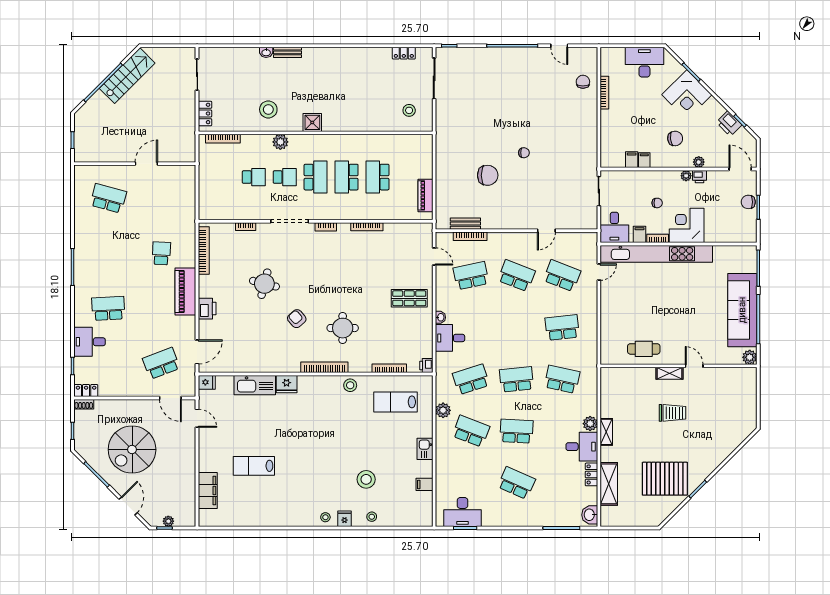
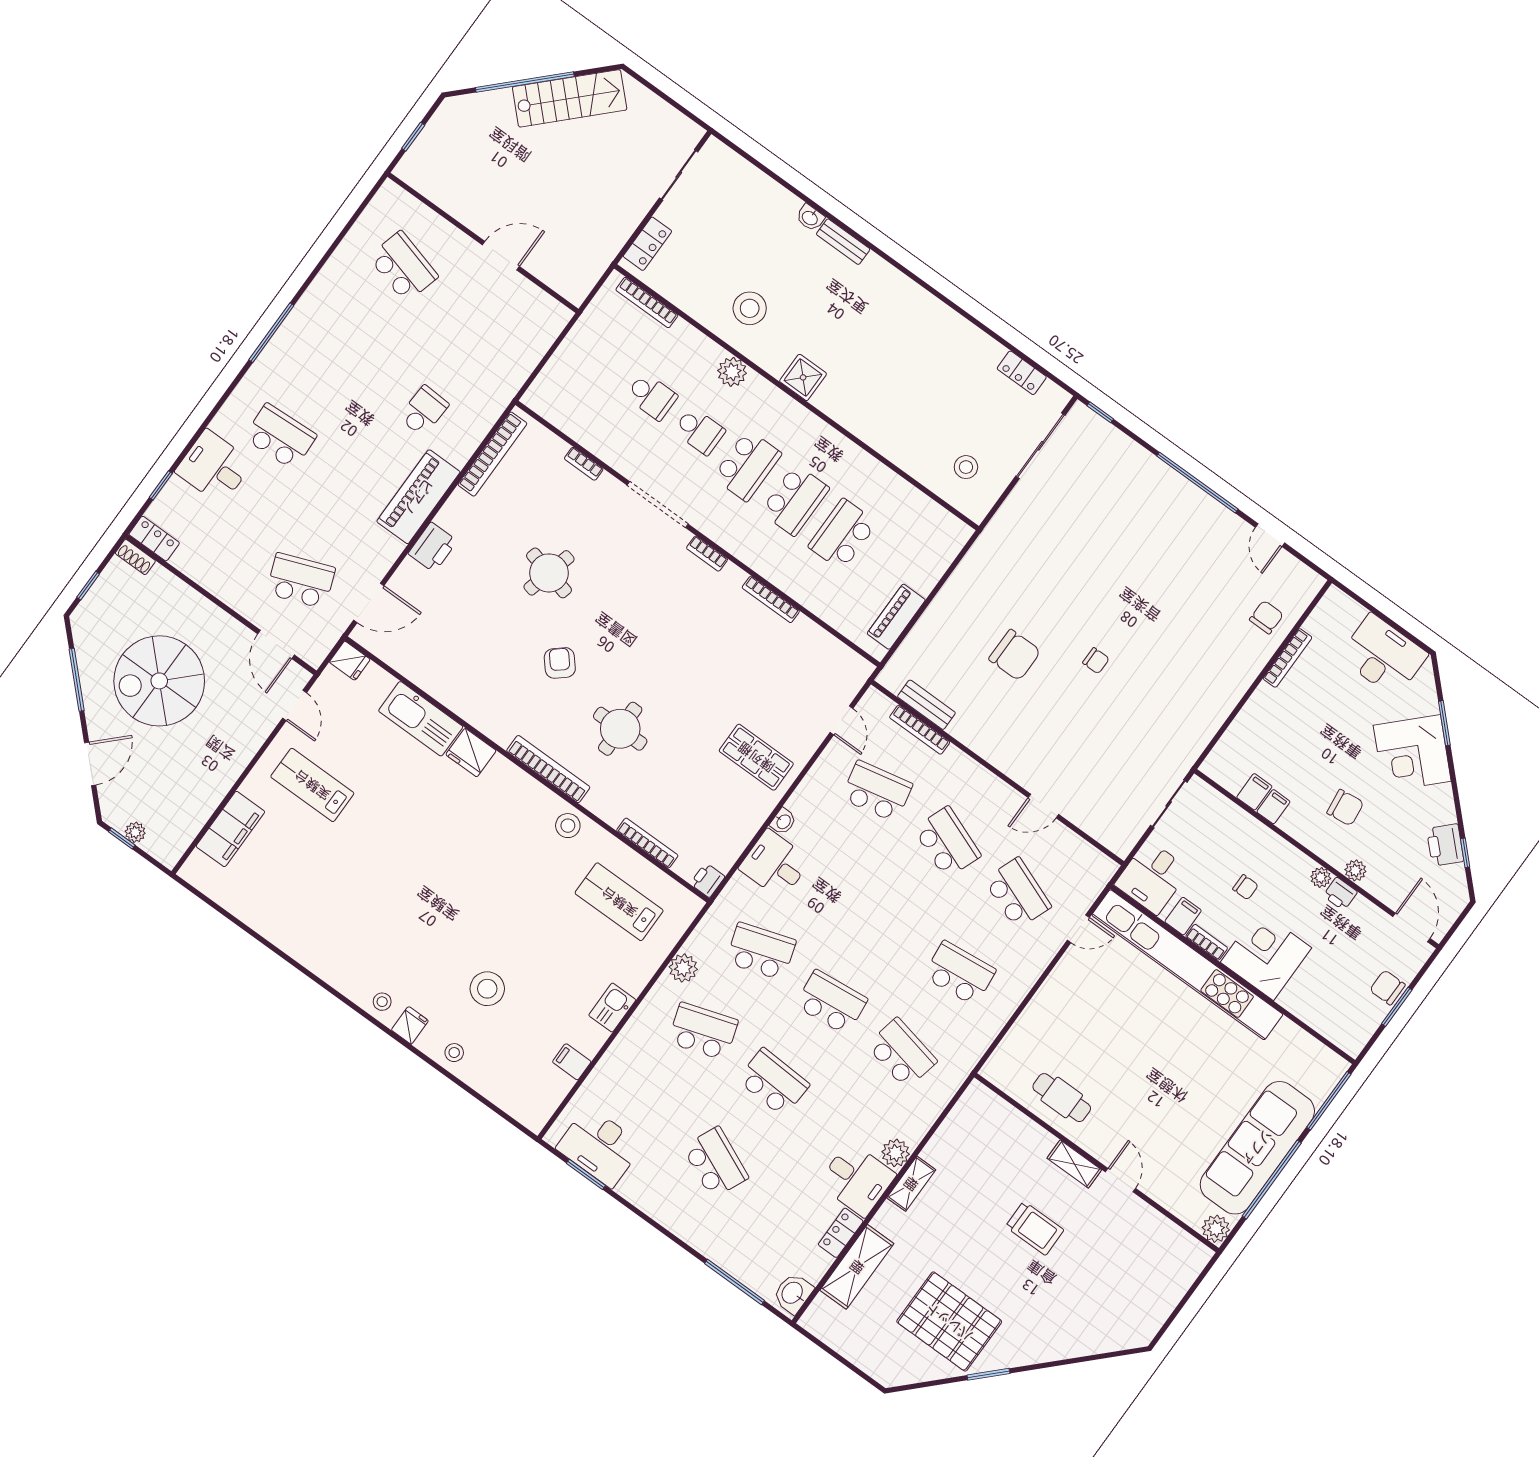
school desk: (347, 177) -> (795, 500), turned 180
school desk: (471, 431) -> (703, 1031), turned -39
lab bench: (254, 466) -> (312, 785), moved

